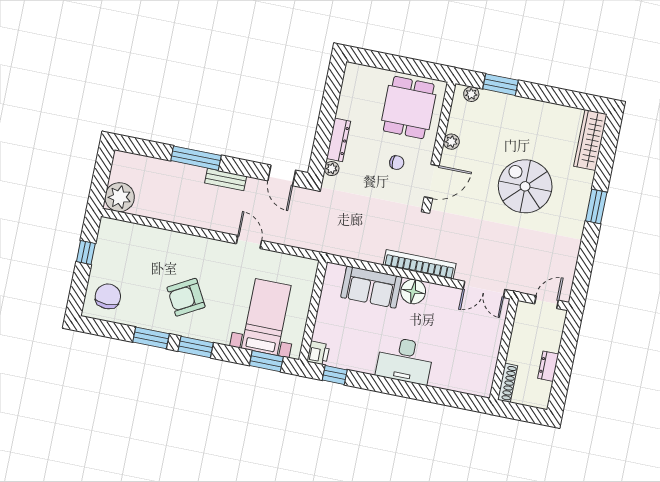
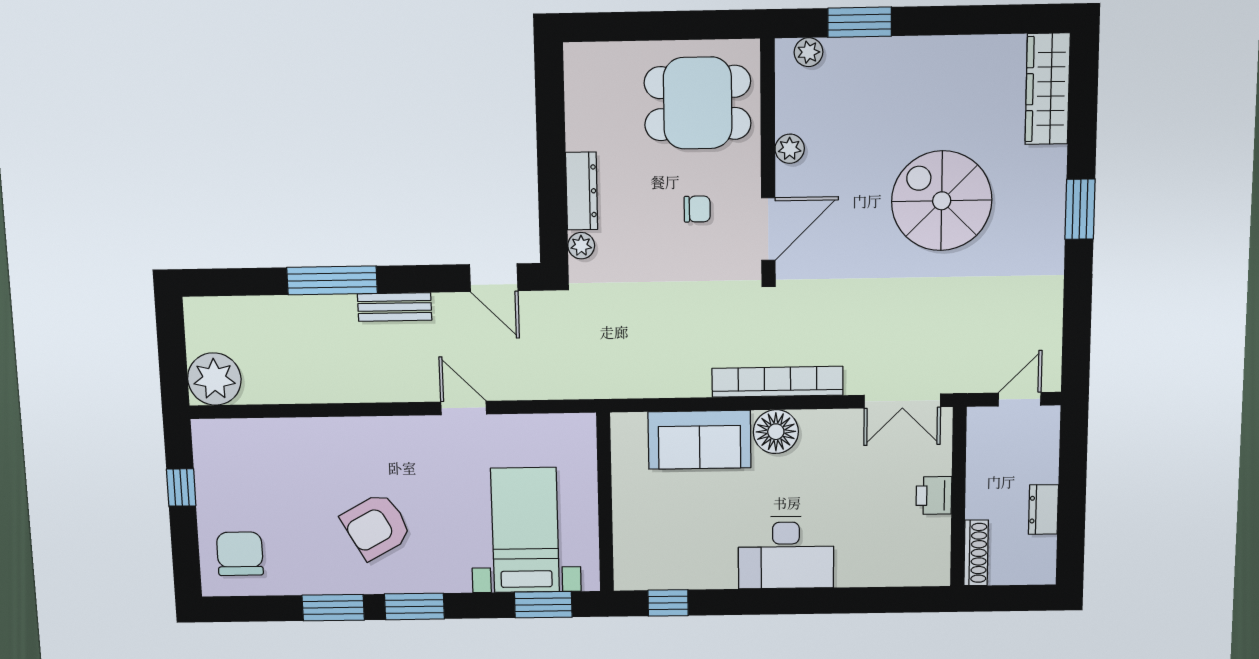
dining table: (409, 108) -> (698, 103), turned 90
printer: (318, 353) -> (934, 495), moved, turned 180

